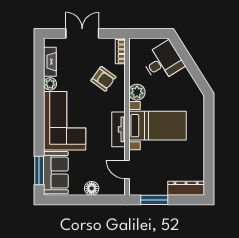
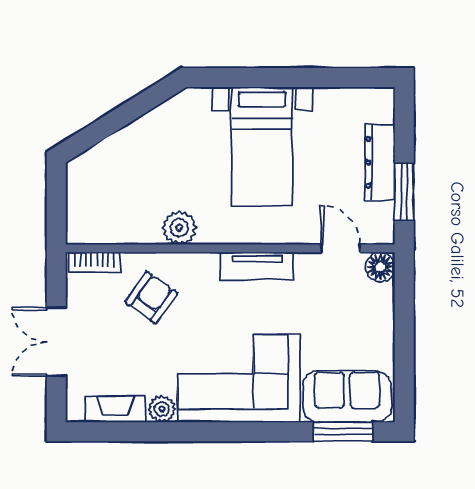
desk: (163, 62) -> (115, 174), removed
bed with nightstands: (157, 126) -> (262, 147), moved, turned 180
door: (127, 169) -> (341, 248), swing flipped
floor lamp: (92, 188) -> (380, 267), moved
dresser: (186, 188) -> (380, 162), moved

